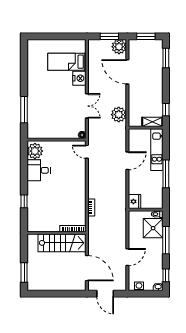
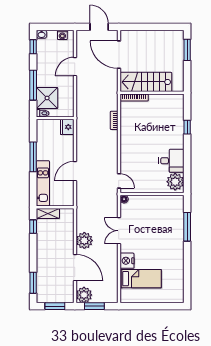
plant: (119, 115) -> (84, 240), moved

